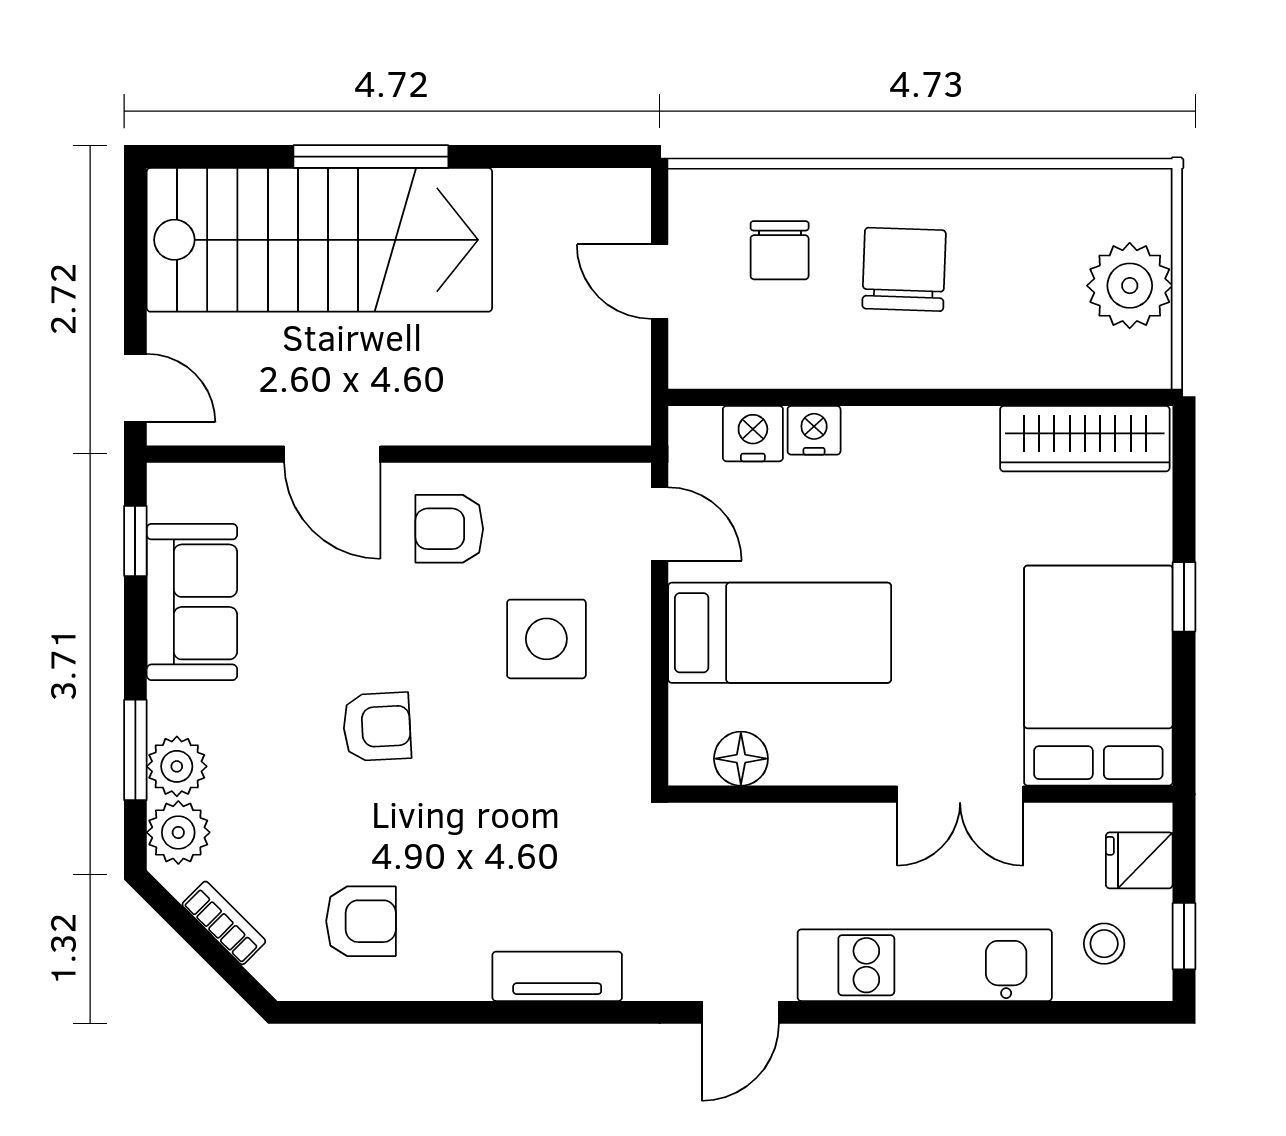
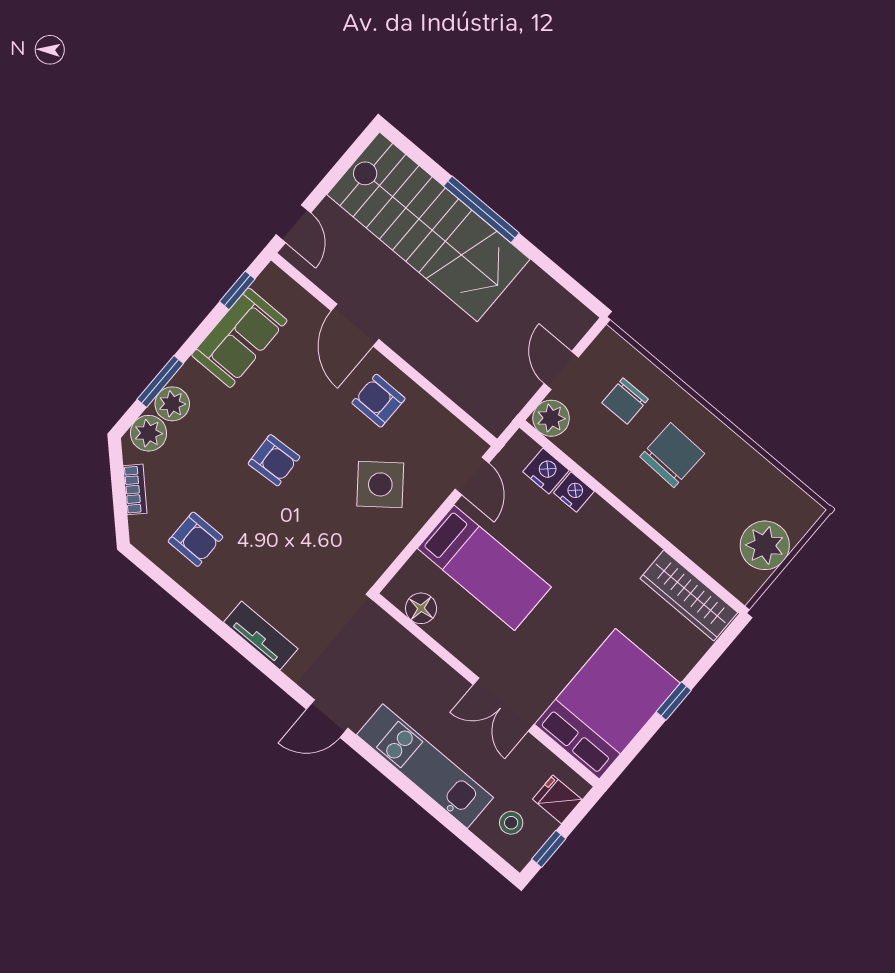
plant: (700, 357) -> (551, 418), added
side table: (546, 639) -> (380, 484), turned -38

